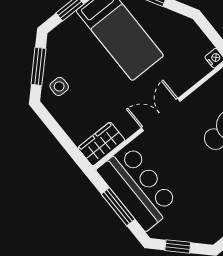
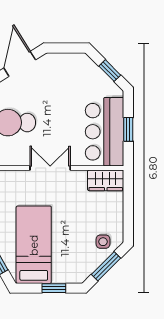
double door: (161, 115) -> (50, 168), swing flipped
window: (118, 207) -> (128, 129), width x0.67

